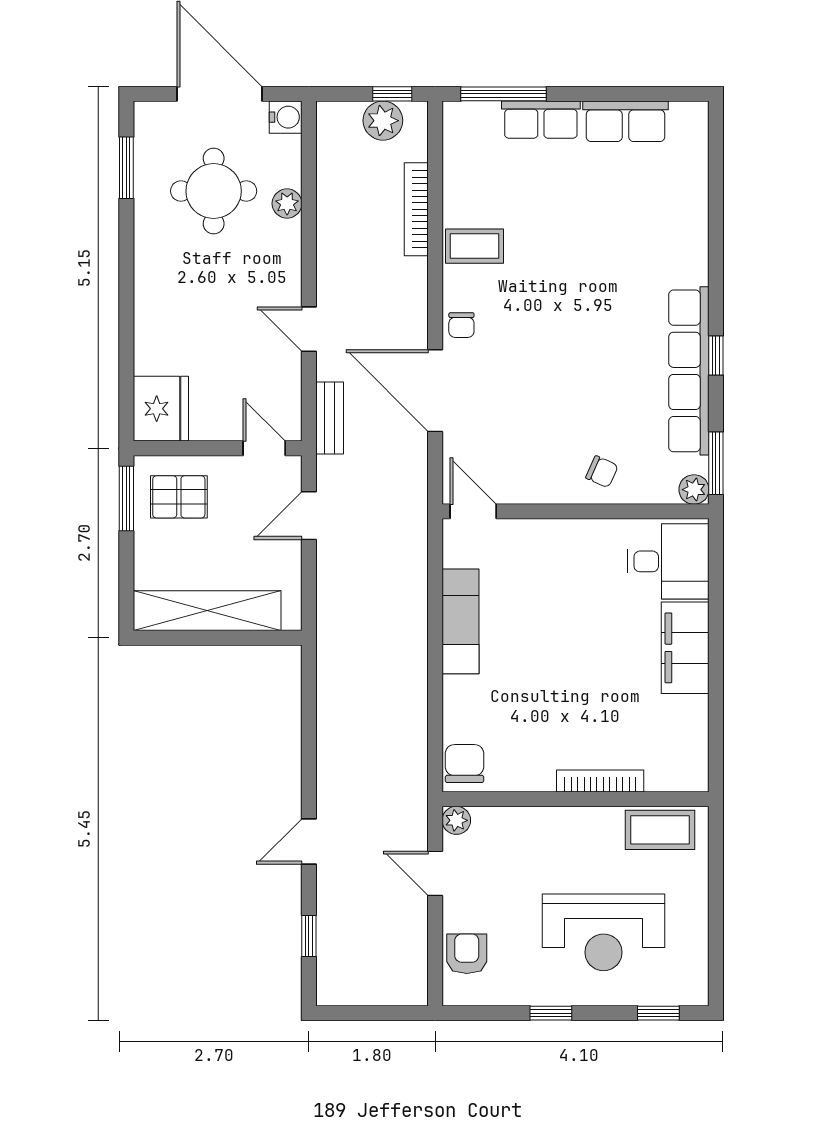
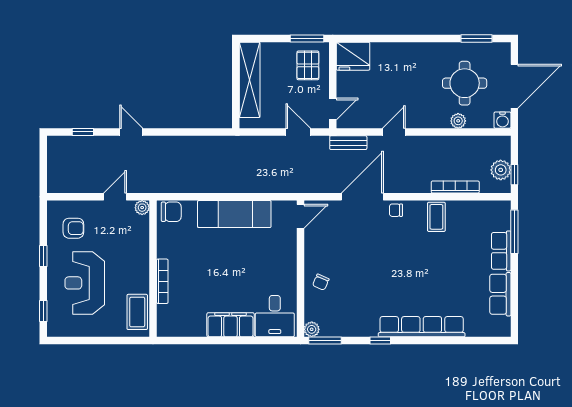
row of seats: (689, 371) -> (422, 327), moved
exam couch: (461, 621) -> (234, 214), width x1.36, depth x1.45
armchair: (467, 954) -> (73, 228), moved

